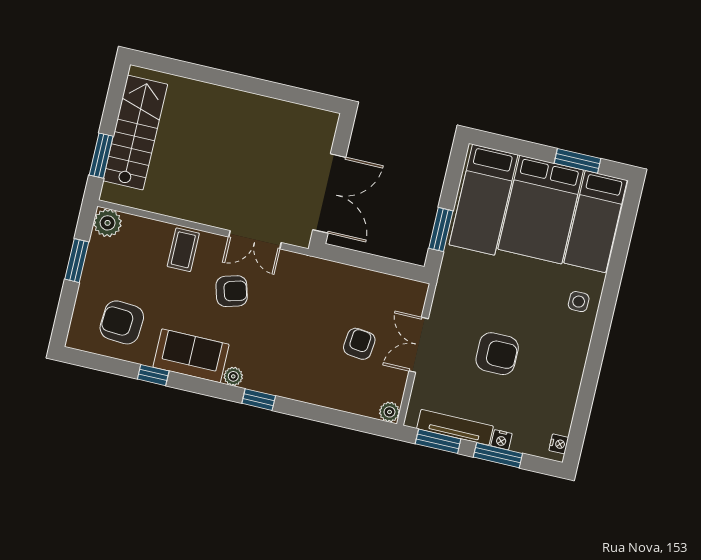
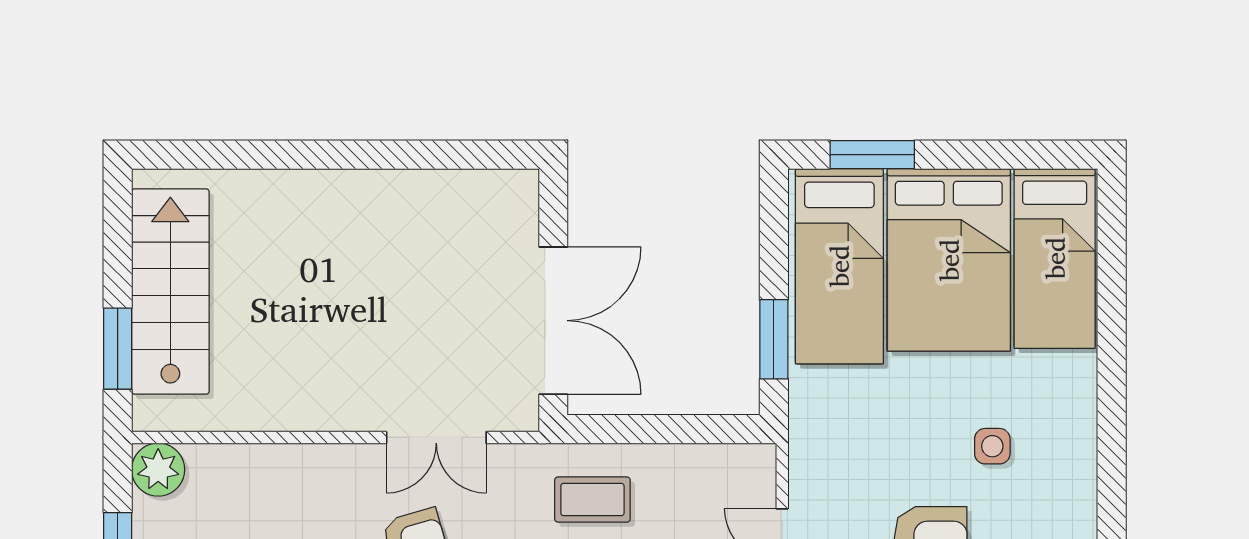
window: (578, 161) -> (872, 155), moved
coffee table: (183, 250) -> (592, 500), moved, turned 90
side table: (579, 302) -> (992, 446), moved

